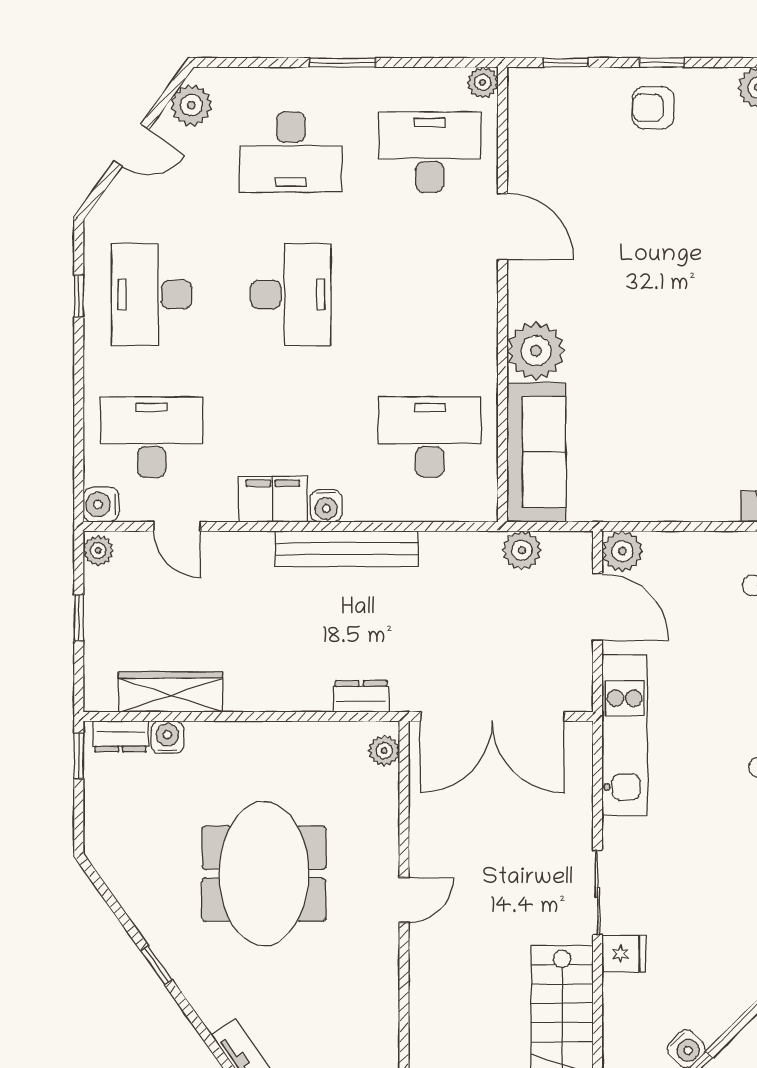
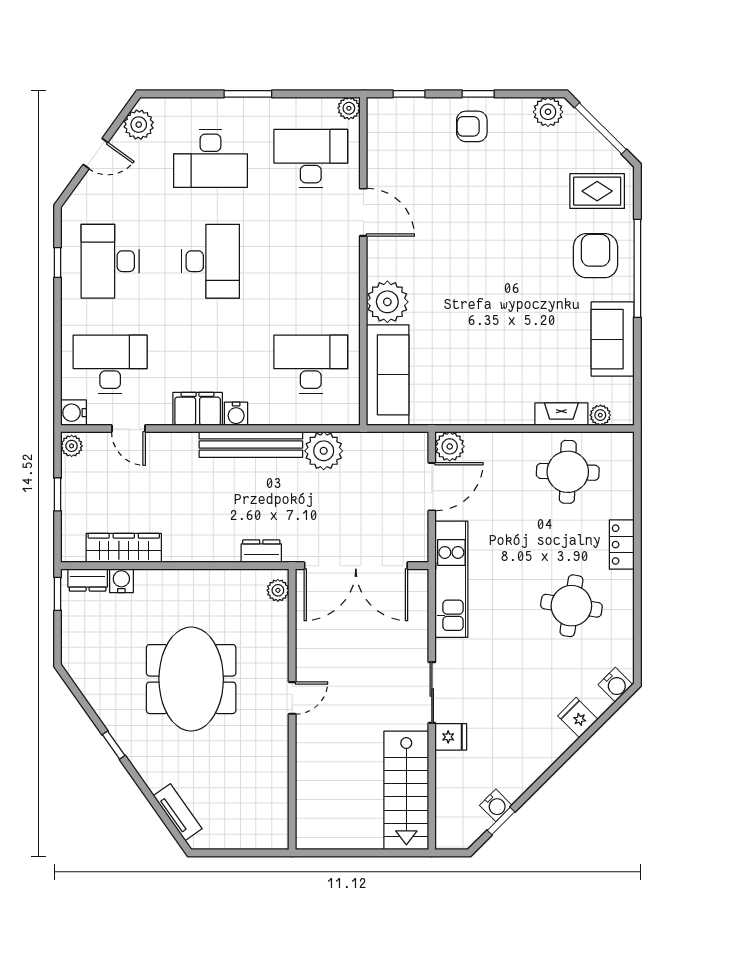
plant: (522, 550) -> (324, 451), moved, width x1.36, depth x1.36
door: (598, 607) -> (432, 487), hinge flipped

